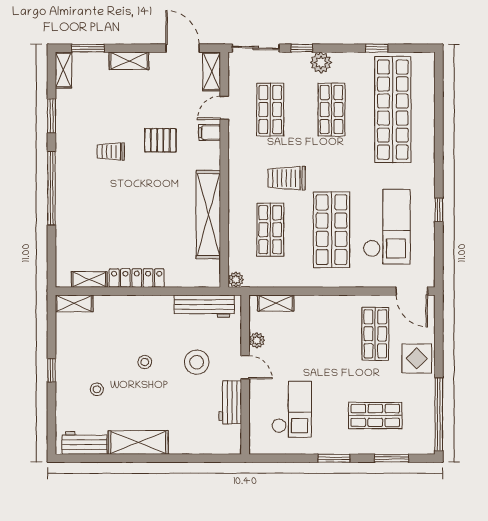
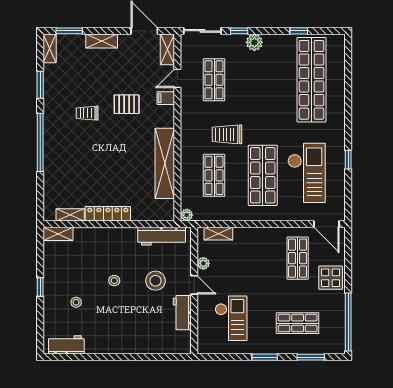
shop shelf: (332, 110) -> (263, 80), removed
shelving: (138, 442) -> (109, 345), removed

